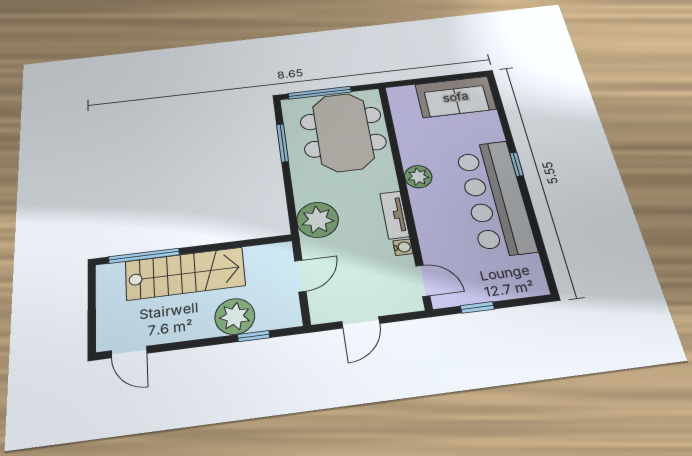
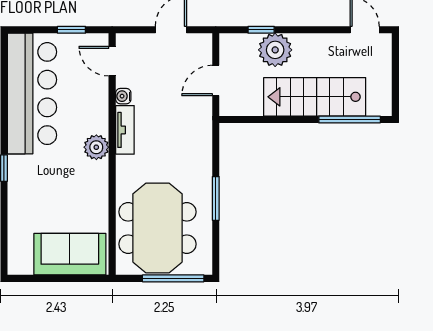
sofa: (456, 97) -> (70, 254), moved
window: (283, 143) -> (216, 198), moved
plant: (418, 177) -> (96, 147), moved
bar counter: (495, 198) -> (32, 94), moved
plant: (318, 220) -> (194, 135), removed

